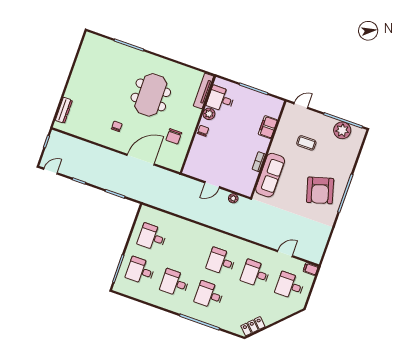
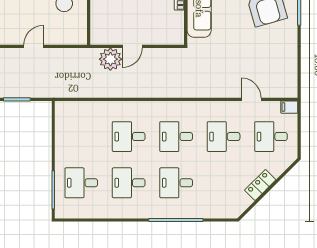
door: (141, 160) -> (34, 46), width x0.53
plant: (233, 198) -> (110, 59), moved, width x1.88, depth x1.88
desk: (152, 237) -> (129, 137), moved
door: (285, 254) -> (251, 99), hinge flipped
locker: (253, 326) -> (260, 185), moved

